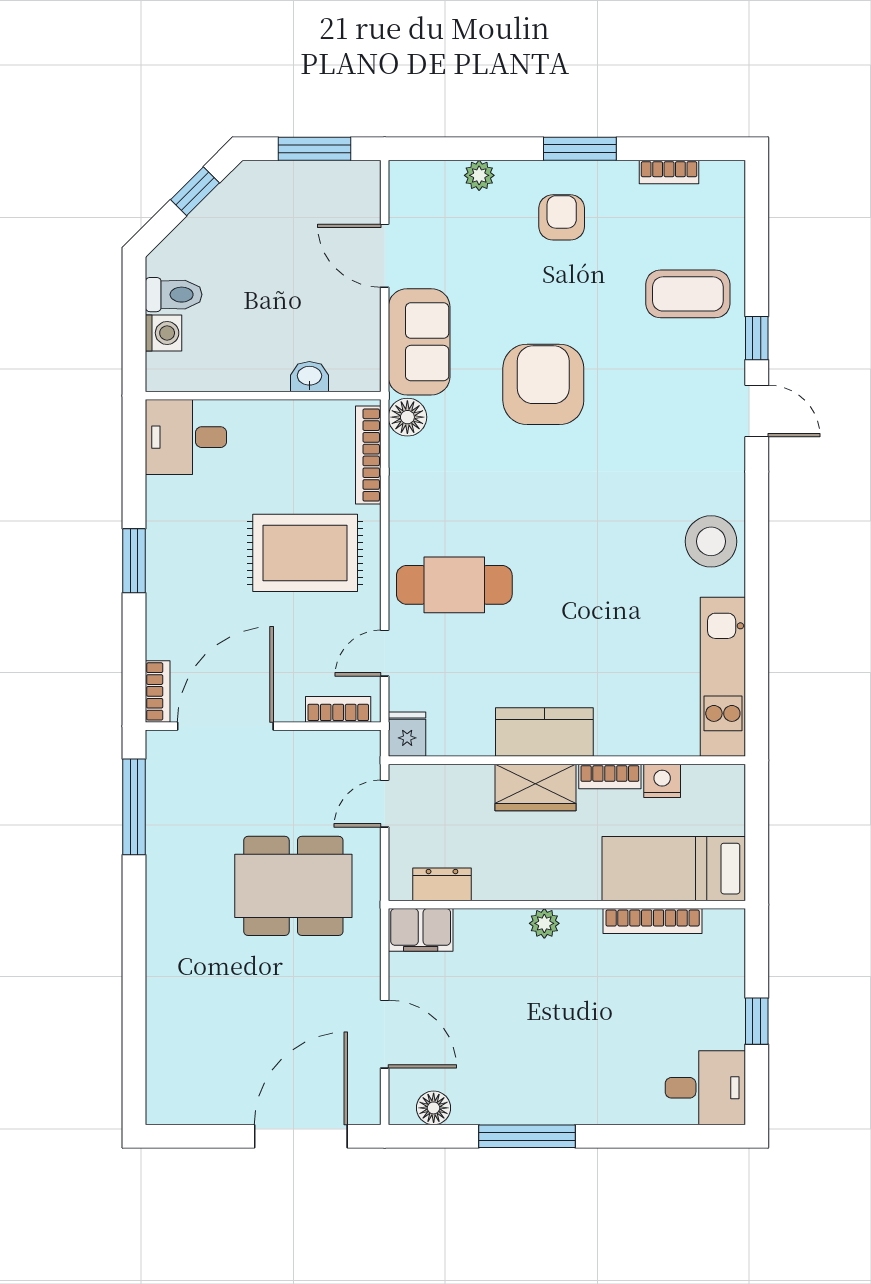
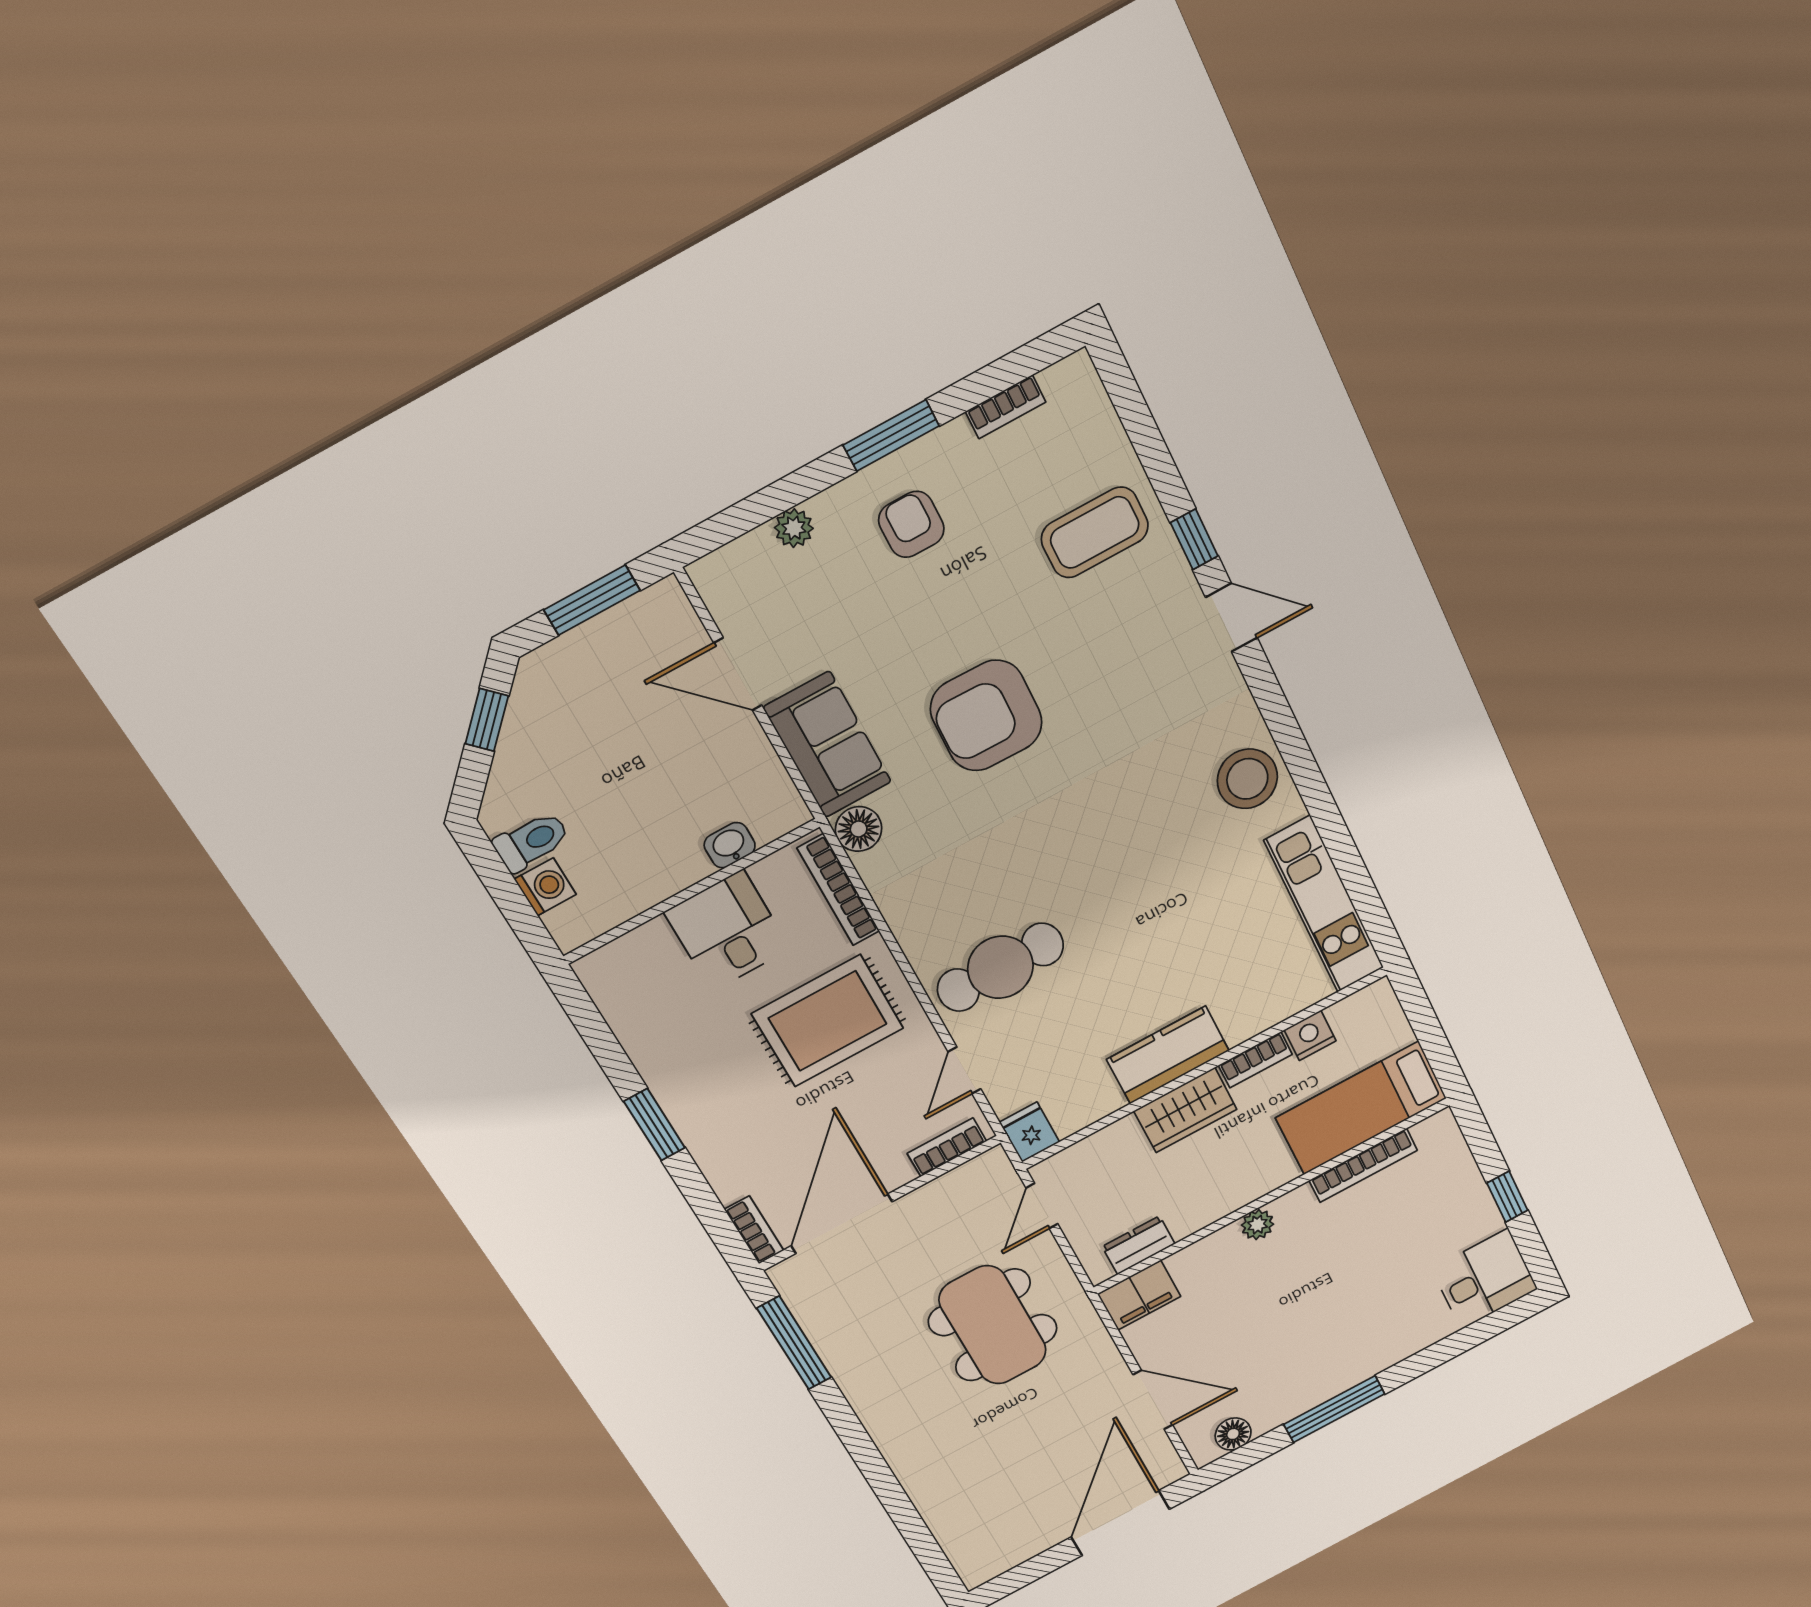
armchair: (543, 384) -> (986, 716), turned -89
desk: (186, 437) -> (727, 931), moved, turned 90
dining table: (293, 886) -> (993, 1325), turned 90

